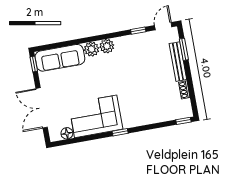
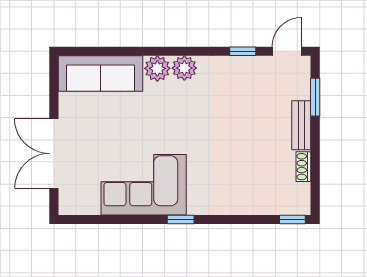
bench: (178, 62) -> (301, 125), width x0.73
window: (34, 64) -> (54, 76), removed
floor lamp: (67, 133) -> (89, 205), removed

